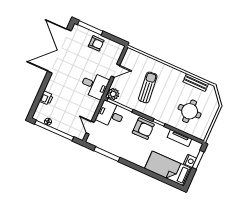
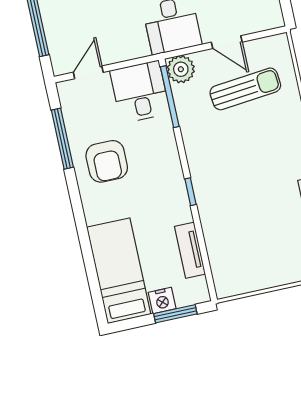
sun lounger: (148, 87) -> (245, 89), moved
round table: (190, 111) -> (253, 232), removed
armchair: (143, 129) -> (107, 161), moved

